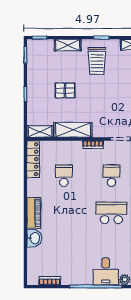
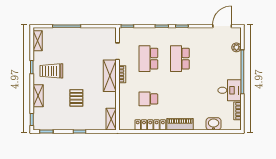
trolley: (97, 61) -> (51, 71), turned 180
shelving: (73, 130) -> (110, 76), moved
locker: (33, 159) -> (150, 125), moved
school desk: (111, 176) -> (148, 59), width x1.85
washbasin: (34, 238) -> (214, 124), moved
desk: (106, 271) -> (230, 90), moved

